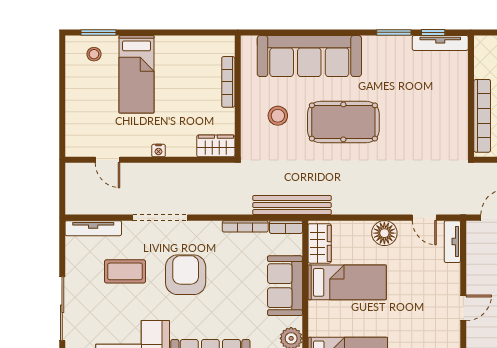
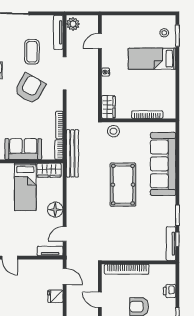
stool: (278, 116) -> (113, 131), moved
plant: (79, 204) -> (73, 24), added
armchair: (186, 275) -> (30, 89), turned -61

